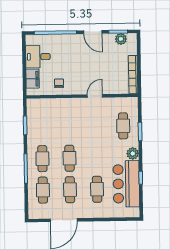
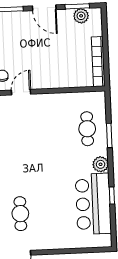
door: (95, 96) -> (21, 92), moved
cafe table: (69, 158) -> (19, 173), removed
cafe table: (97, 189) -> (56, 212), removed

